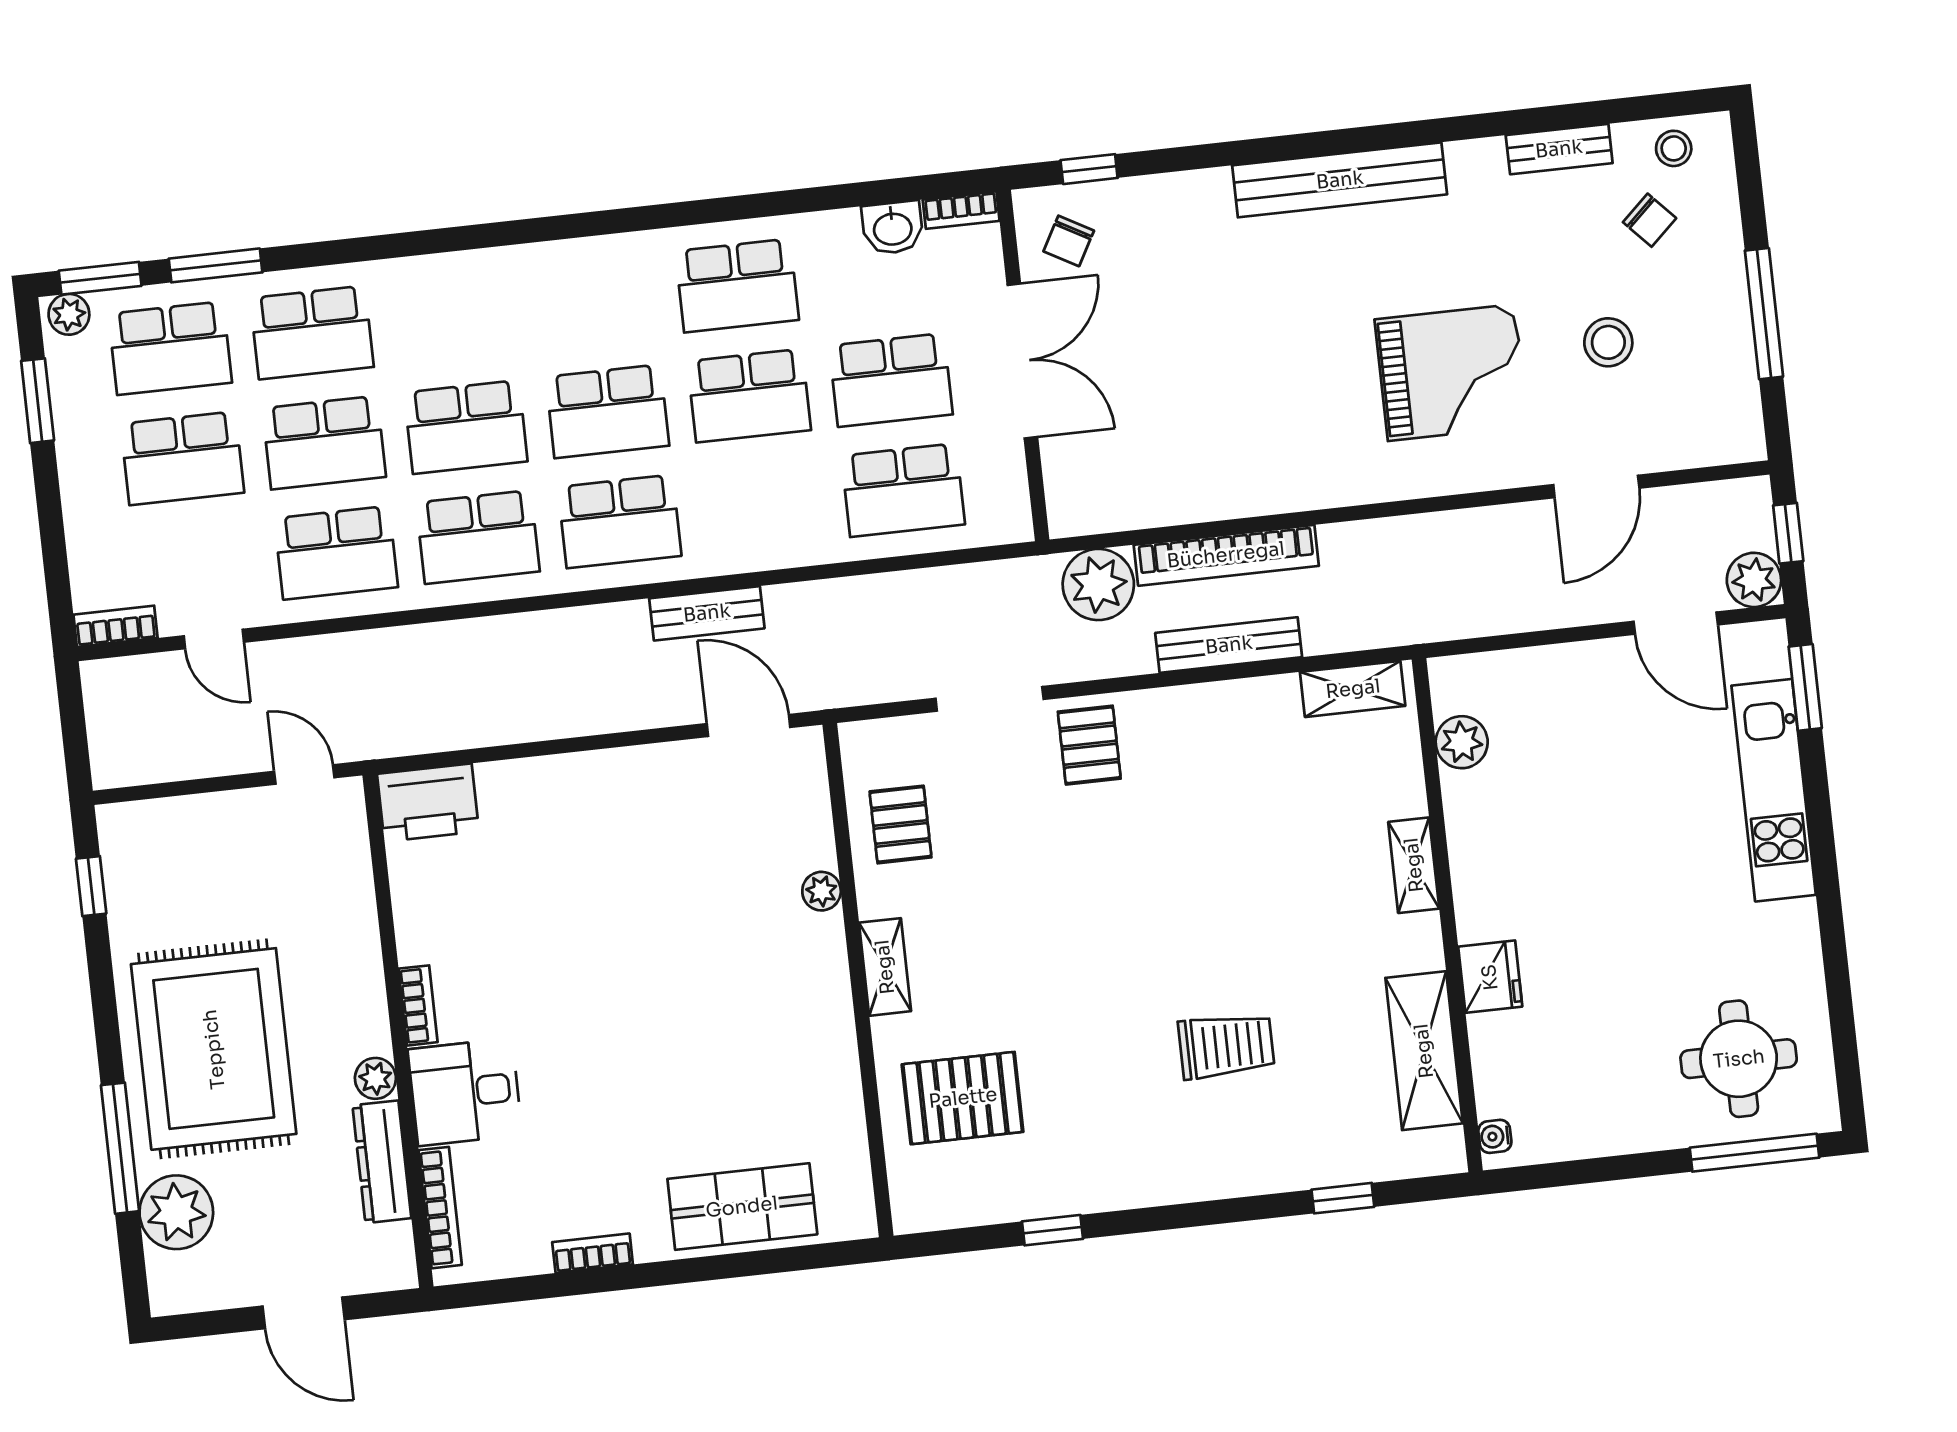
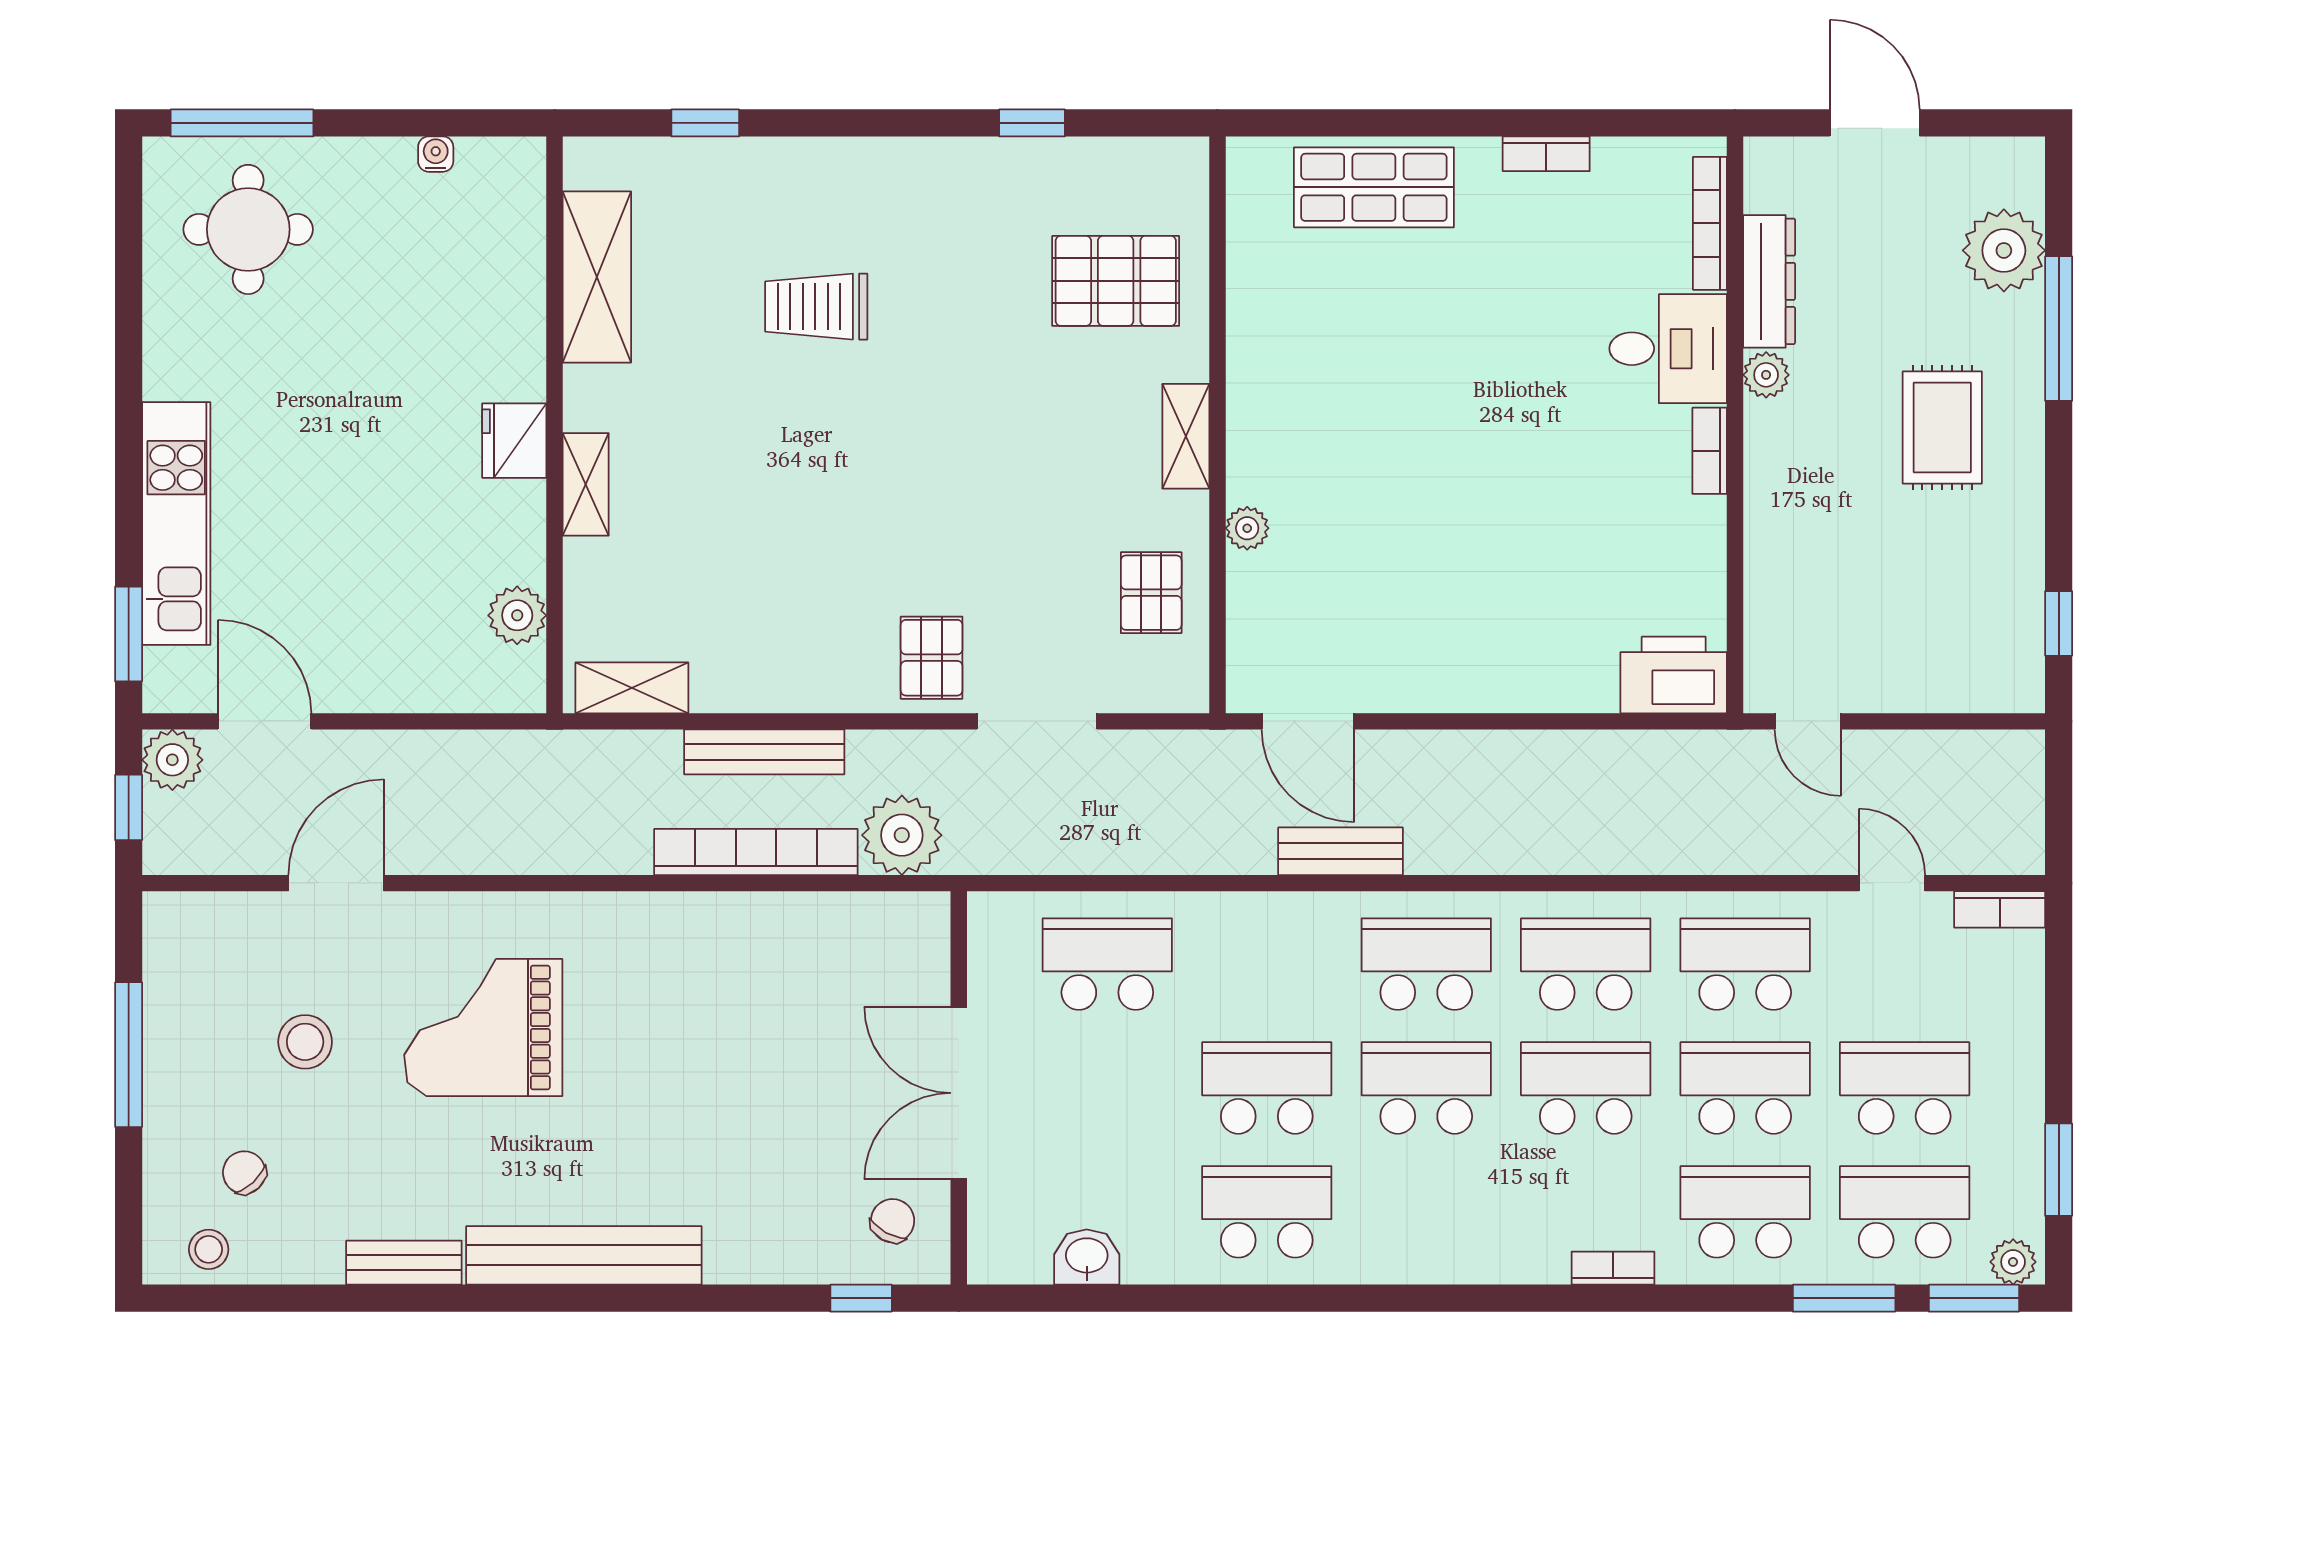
bench: (1559, 149) -> (404, 1263), moved
bookcase: (961, 210) -> (1613, 1268), moved
school desk: (891, 380) -> (1107, 1088), removed
fridge: (1490, 977) -> (514, 441), moved
rug: (214, 1049) -> (1942, 427), width x0.54, depth x0.49
water cooler: (1495, 1136) -> (436, 154), moved, turned -90

